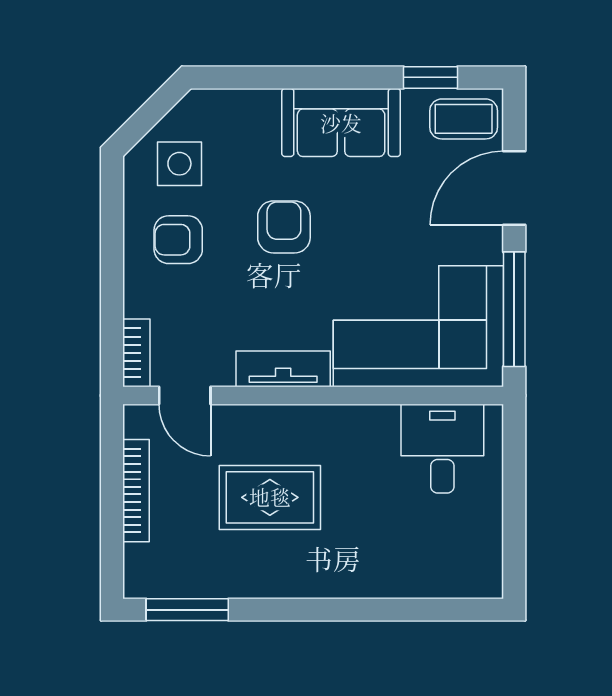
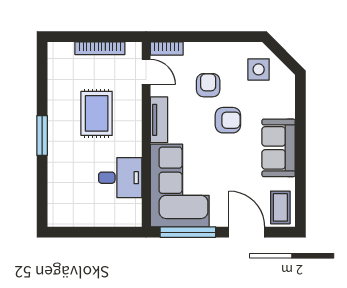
window: (431, 77) -> (300, 191), removed
armchair: (178, 240) -> (208, 85), moved
door: (185, 395) -> (146, 72), swing flipped
desk: (442, 449) -> (120, 178), moved
window: (187, 610) -> (42, 135), moved

